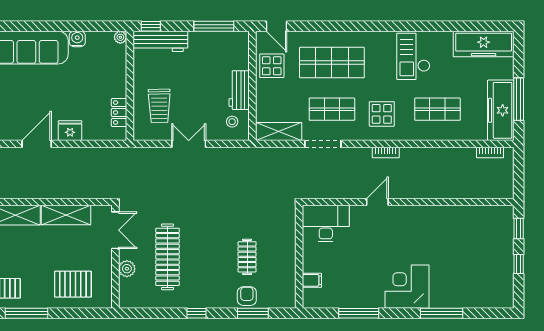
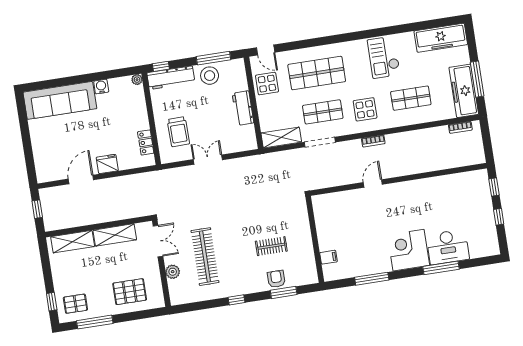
stool: (232, 122) -> (210, 76), moved, width x1.89, depth x1.89
desk: (326, 224) -> (448, 247), moved, turned 180
clothes rail: (247, 257) -> (271, 246), turned 90

